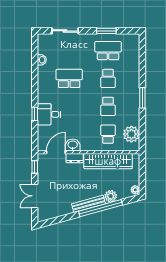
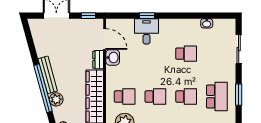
school desk: (69, 78) -> (186, 54), width x0.54
school desk: (108, 78) -> (186, 97), turned 180
school desk: (108, 106) -> (155, 97), turned 180

